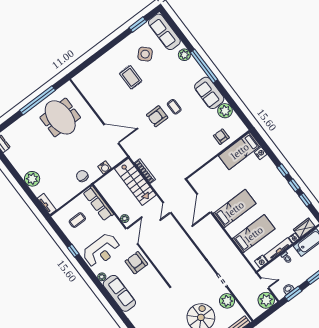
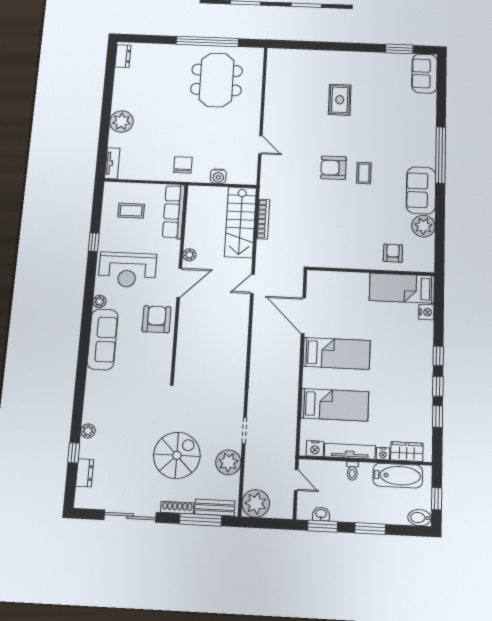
sofa: (164, 32) -> (425, 74), width x0.73
side table: (145, 54) -> (380, 87), removed
plant: (184, 55) -> (427, 124), removed
door: (111, 134) -> (260, 145), width x0.53
door: (204, 203) -> (303, 316), hinge flipped
plant: (266, 300) -> (256, 503), moved

